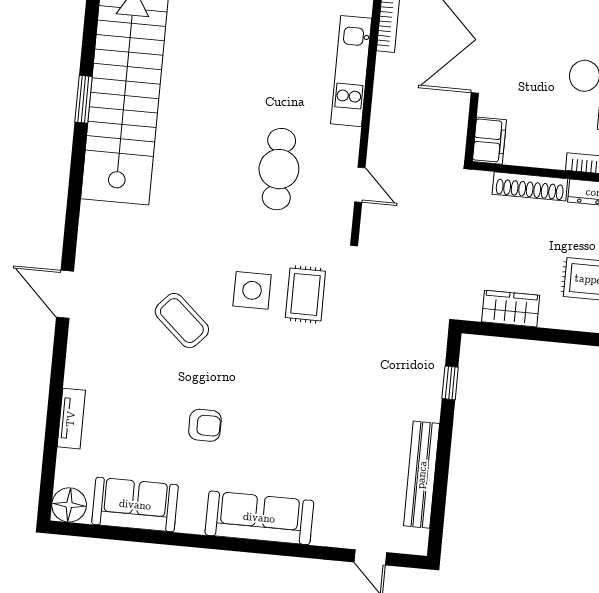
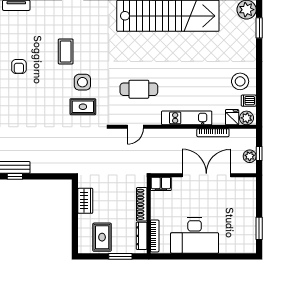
coffee table: (182, 321) -> (66, 52), turned -42
window: (450, 383) -> (15, 176), moved

